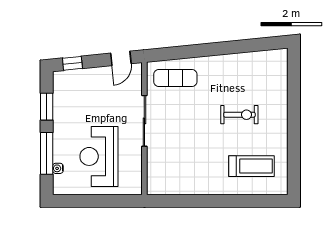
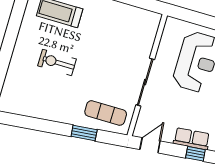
window: (191, 51) -> (84, 133), added
row of seats: (81, 77) -> (192, 139), added

